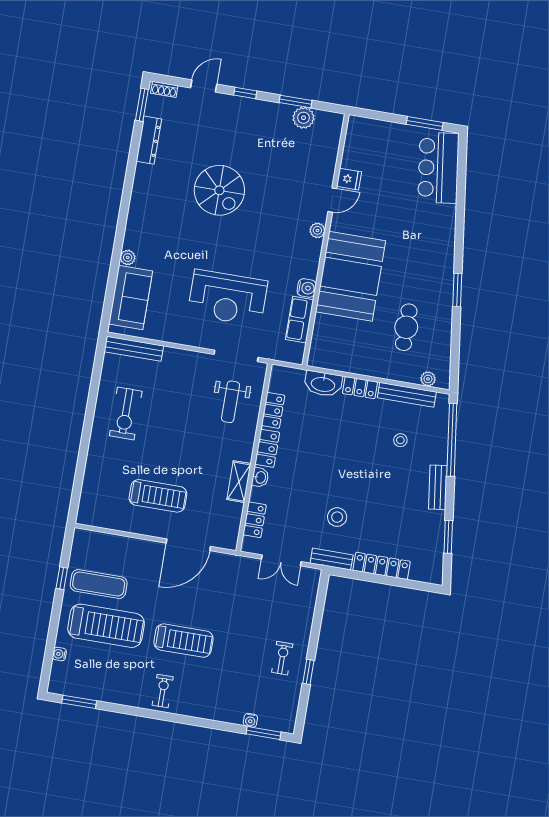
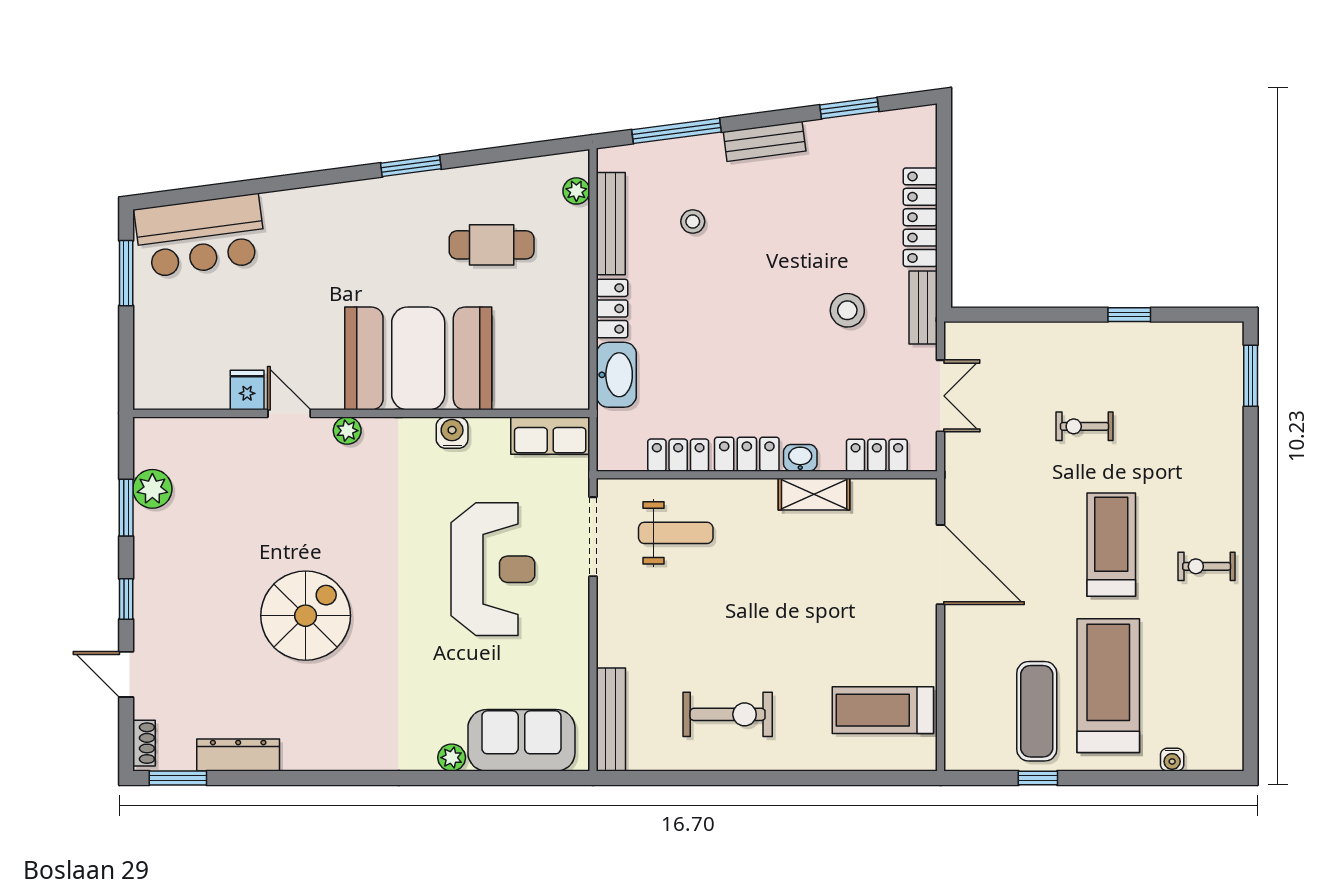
row of seats: (299, 320) -> (550, 436), moved
window: (452, 440) -> (677, 131), width x0.68
treadmill: (158, 496) -> (883, 710), moved, turned -90
exercise bike: (282, 658) -> (1085, 426), moved
window: (79, 702) -> (1251, 711), removed
water cooler: (250, 720) -> (1232, 403), removed

